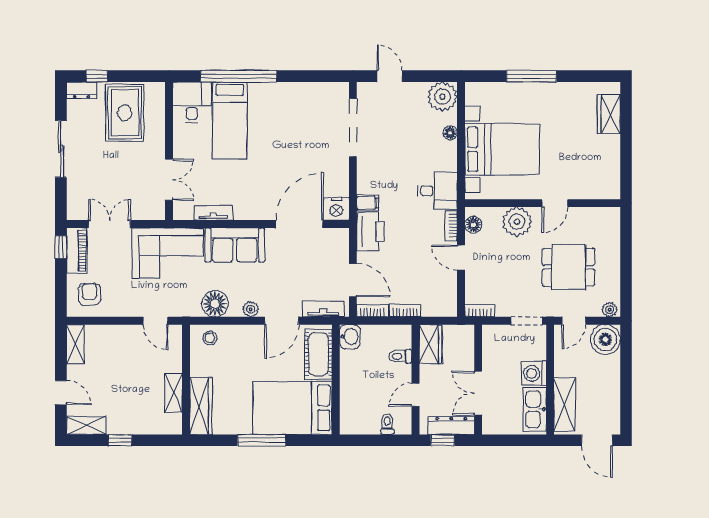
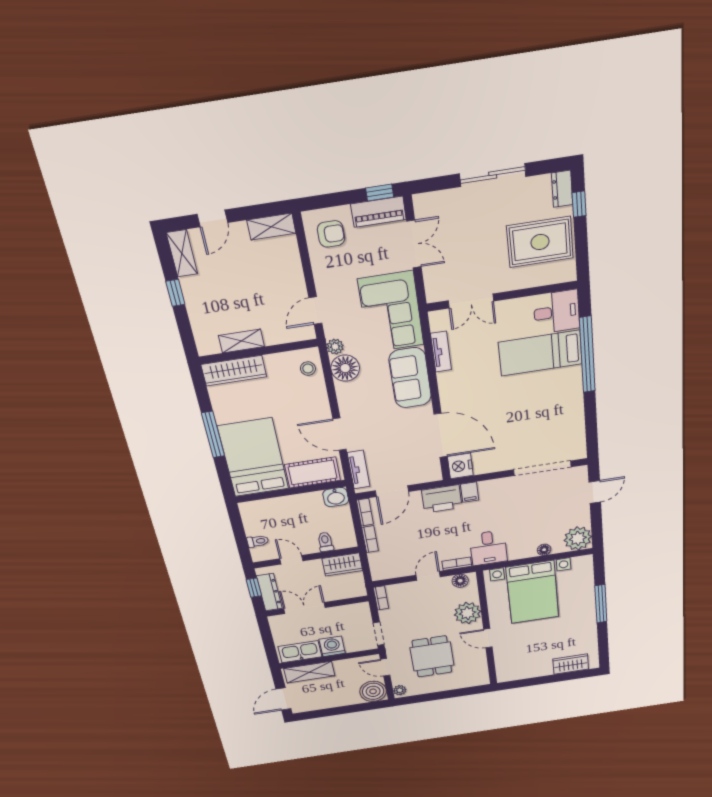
plant: (251, 309) -> (335, 347), moved

